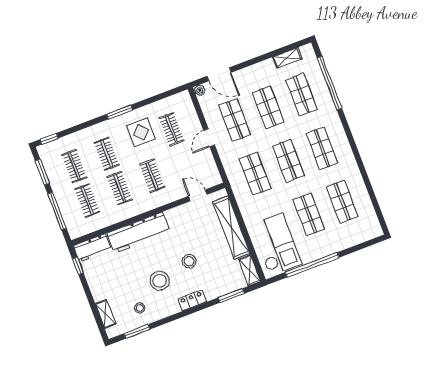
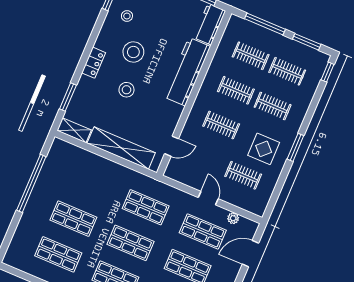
plant: (200, 90) -> (233, 218), moved
checkout: (276, 244) -> (74, 171), removed

